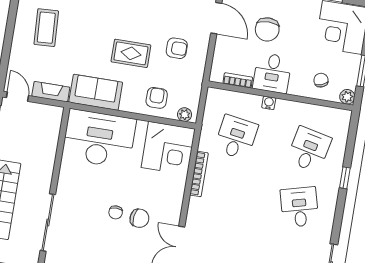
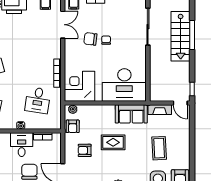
coffee table: (46, 28) -> (159, 148), moved
armchair: (157, 98) -> (73, 126), moved

